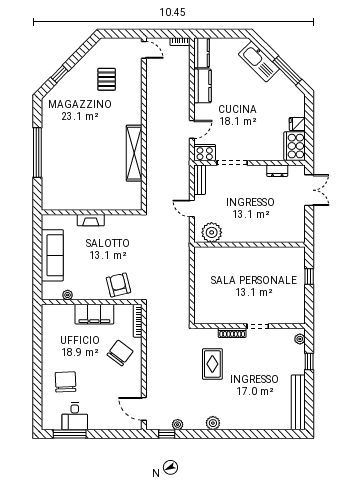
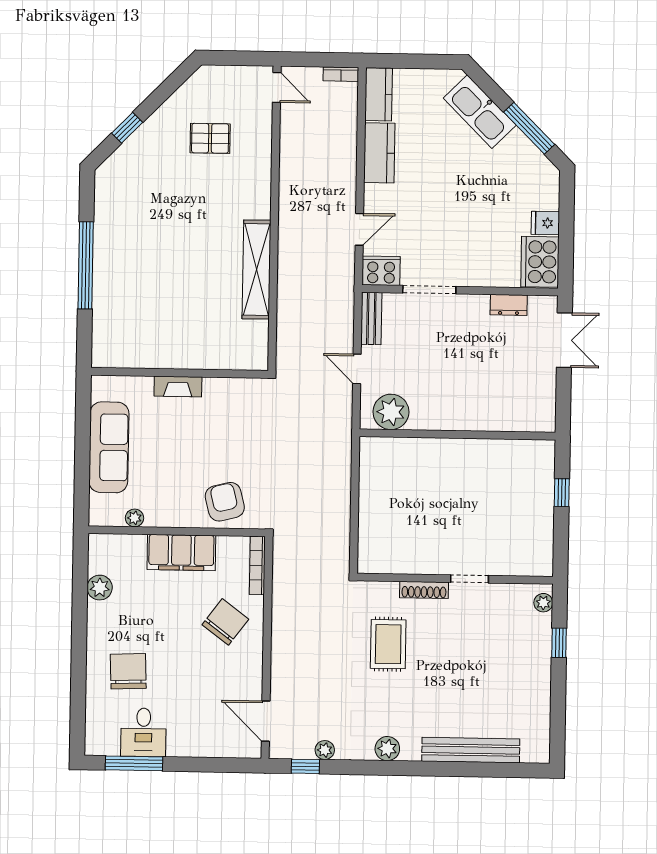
pallet: (107, 79) -> (210, 138), turned 90
plant: (48, 335) -> (100, 588), added
bench: (298, 402) -> (471, 750), moved, turned 90

